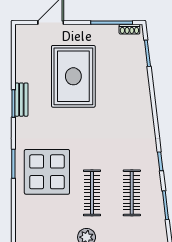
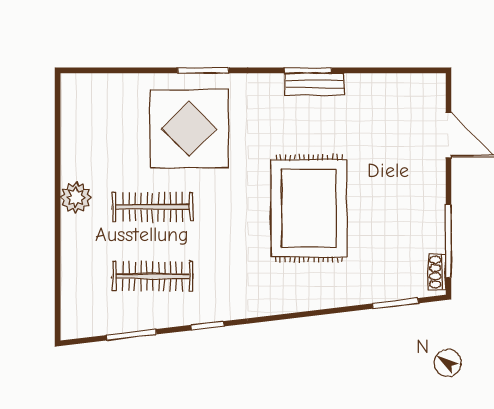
rug: (73, 76) -> (309, 208), moved, turned 90

